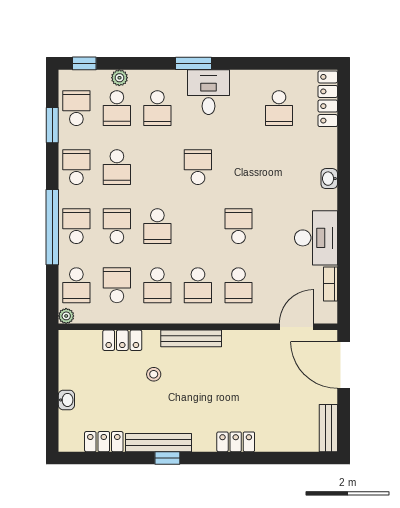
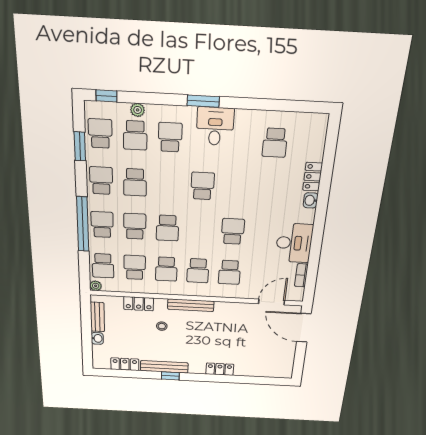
locker: (328, 99) -> (313, 177), moved, width x0.66
school desk: (157, 108) -> (170, 137), turned 180
bench: (328, 428) -> (97, 317), moved

